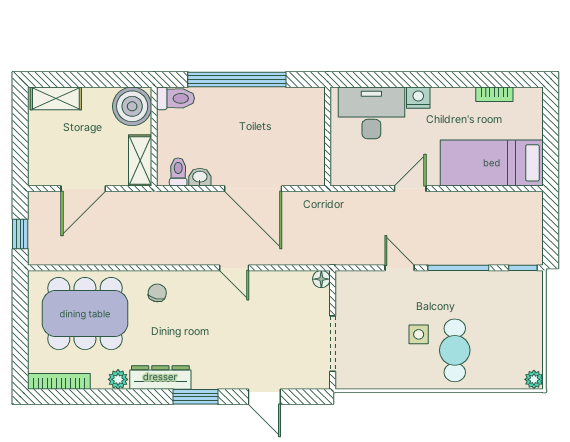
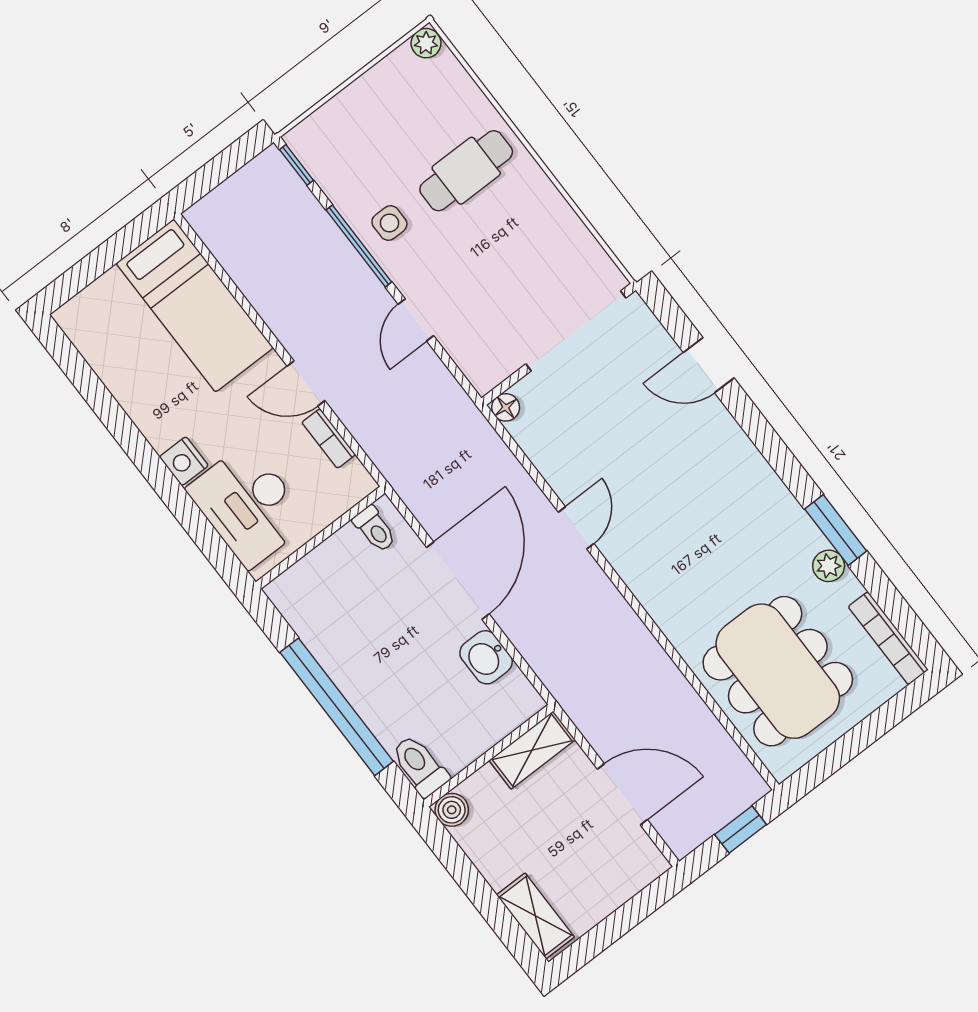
bookcase: (494, 94) -> (329, 439), moved, turned 180
boiler: (132, 106) -> (452, 810), width x0.54, depth x0.54
toilet: (178, 172) -> (375, 529), moved, turned -90
washbasin: (200, 177) -> (486, 657), width x1.38, depth x1.45
chair: (157, 293) -> (682, 600), removed
side table: (419, 334) -> (389, 223), moved
doorway: (333, 344) -> (576, 331), width x1.36
dresser: (160, 377) -> (785, 515), removed
window: (196, 397) -> (836, 530), moved
door: (264, 397) -> (709, 365), swing flipped

